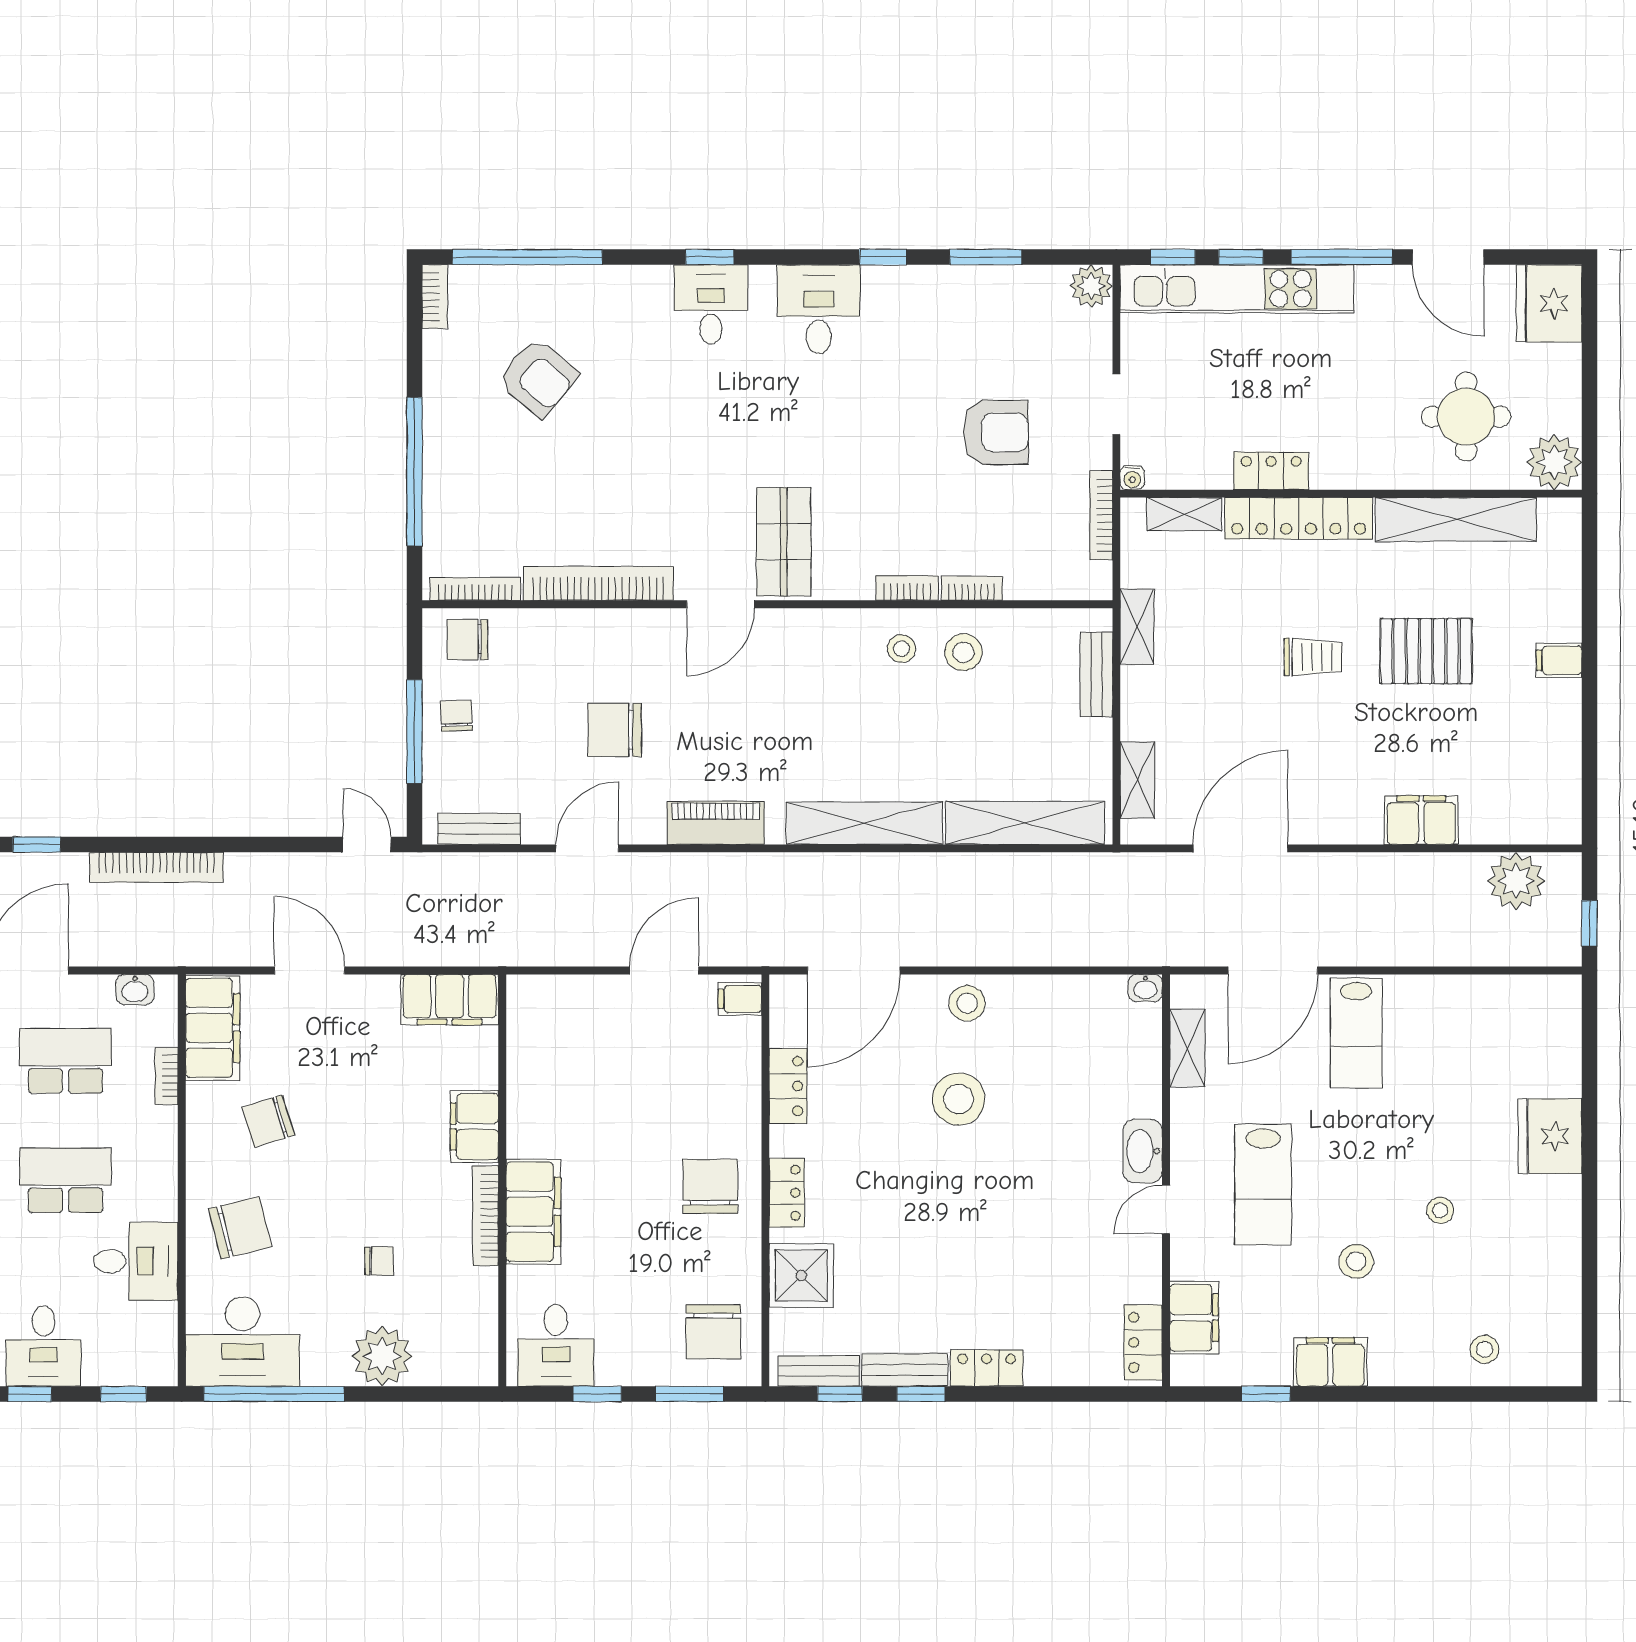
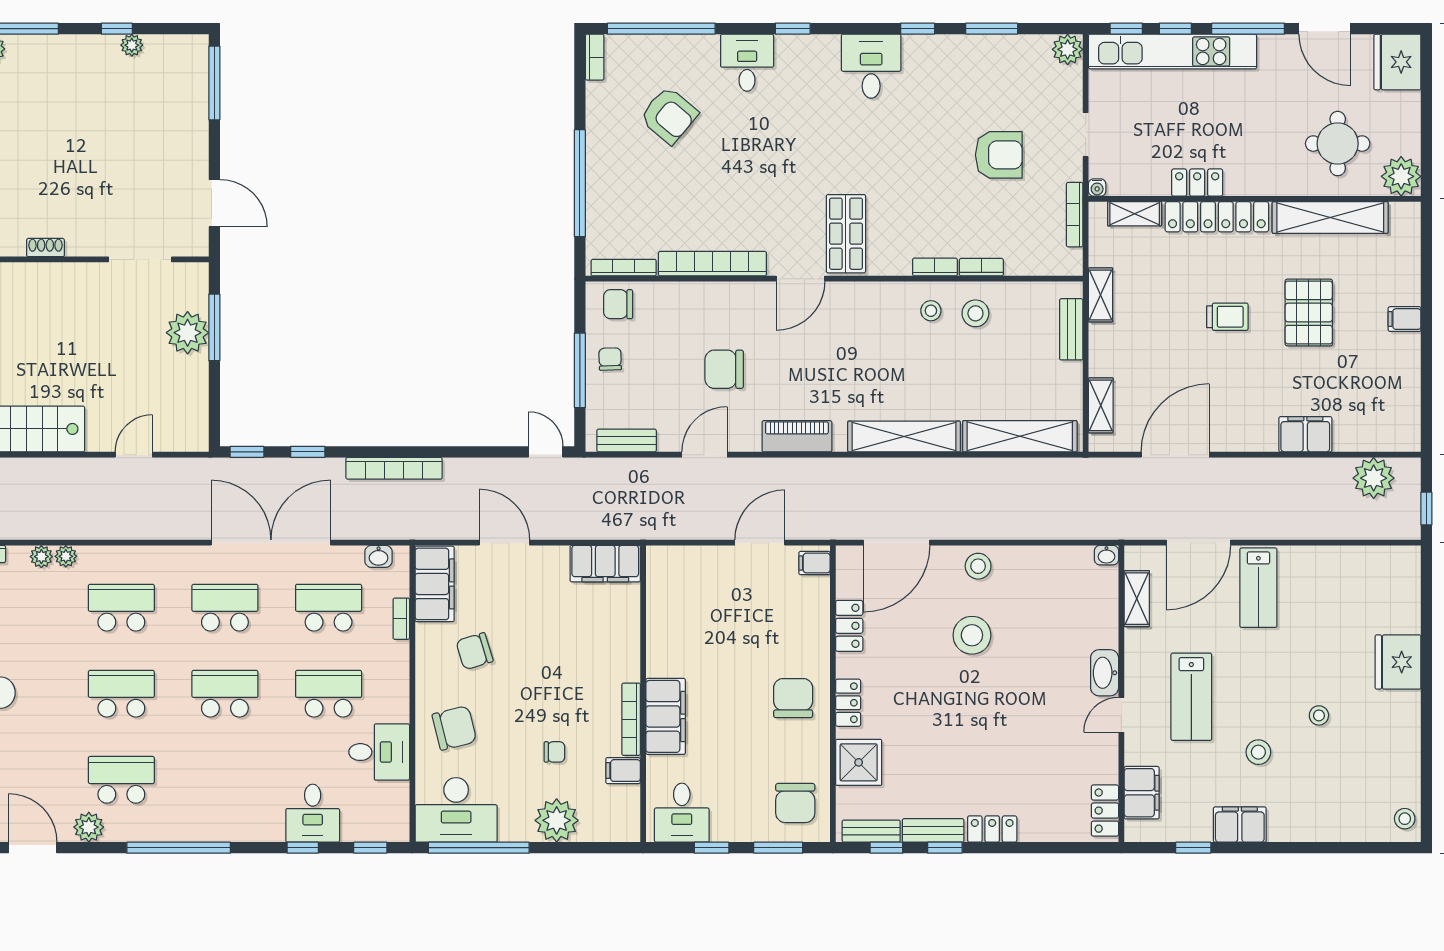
desk: (711, 304) -> (747, 63), moved
pallet: (1426, 651) -> (1309, 312), turned 90
filing cabinet: (474, 1126) -> (623, 771), moved, width x0.50
stool: (1485, 1349) -> (1405, 819), moved

